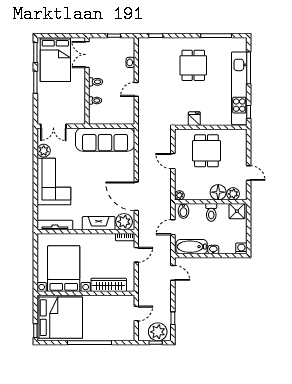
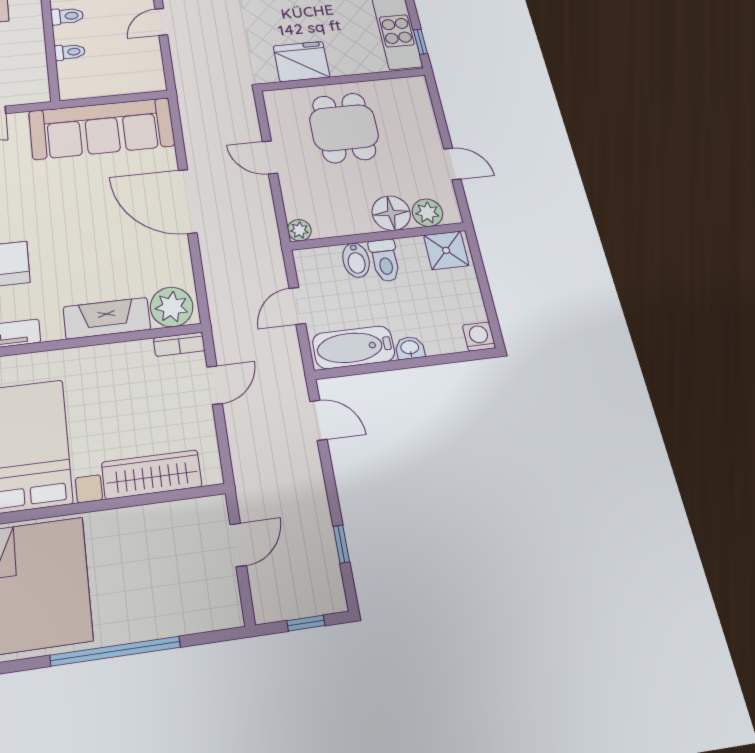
fridge: (194, 119) -> (301, 62), width x1.88, depth x1.34
door: (136, 196) -> (188, 201), moved
bidet: (183, 211) -> (356, 260), moved
plant: (158, 332) -> (306, 590), removed

